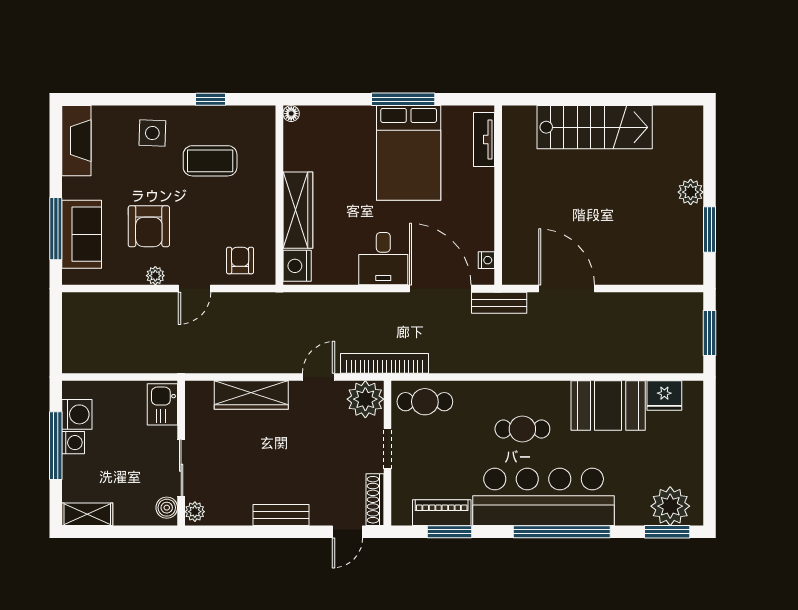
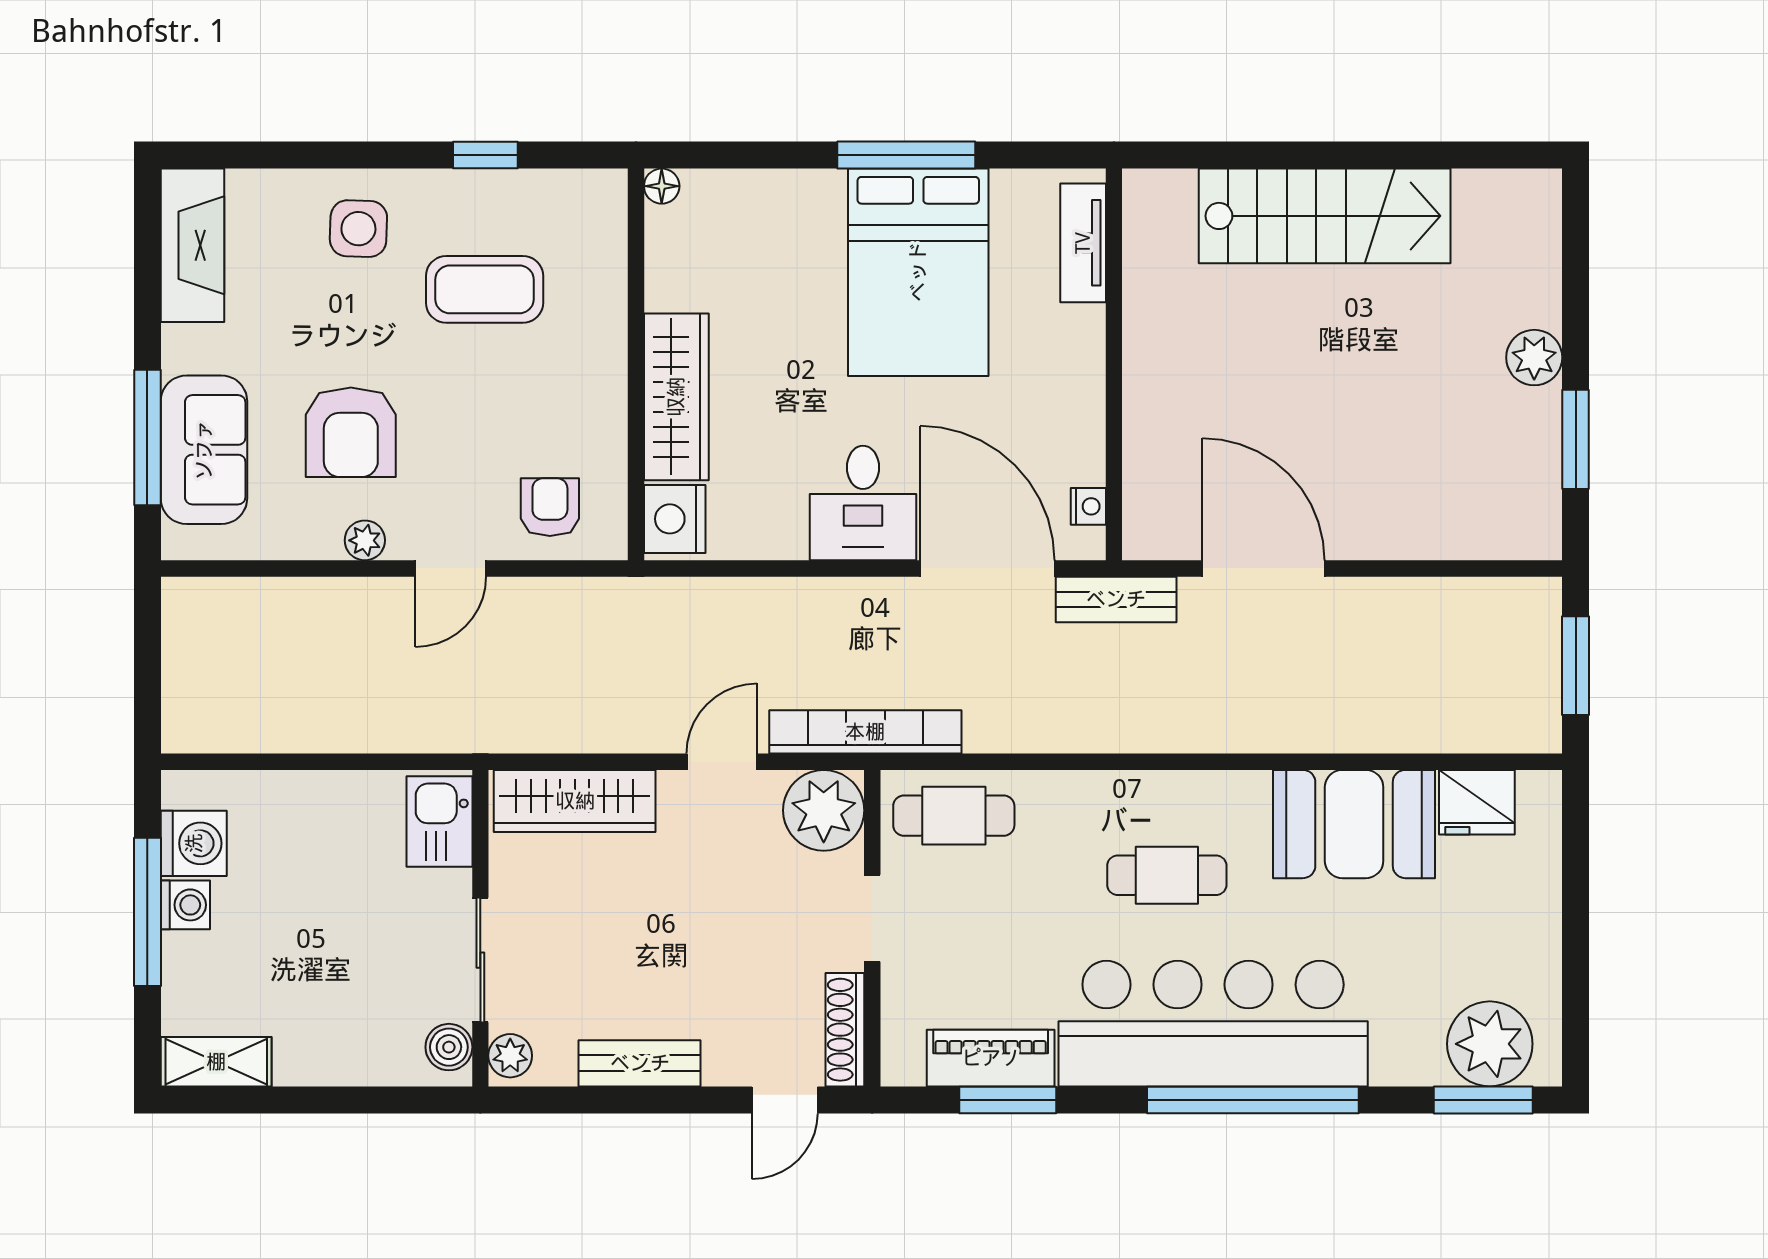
kitchen sink: (162, 404) -> (439, 822), moved
wall: (181, 453) -> (480, 928), moved
sliding door: (181, 468) -> (480, 960), moved
boiler: (167, 508) -> (449, 1047), moved
plant: (195, 512) -> (510, 1056), moved

